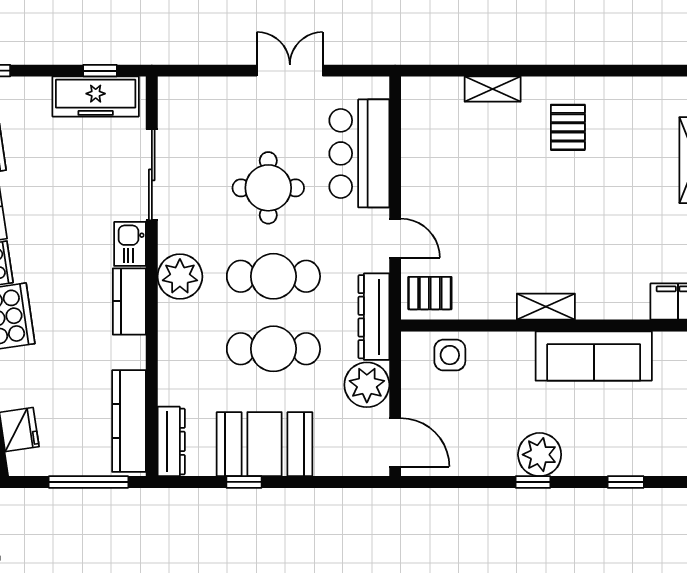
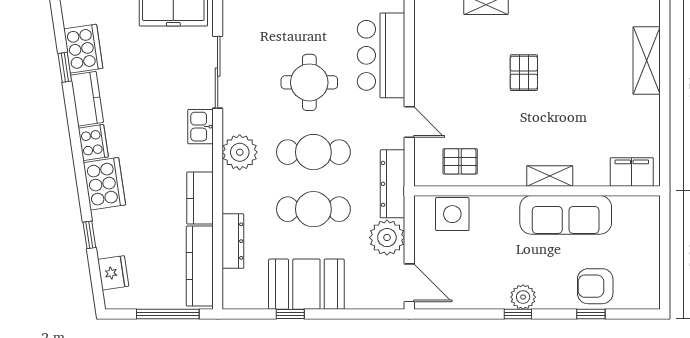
pallet: (568, 127) -> (524, 73), moved
pallet: (430, 293) -> (460, 161), moved
kitchen counter: (129, 301) -> (200, 198), moved
shelving: (546, 307) -> (550, 176), moved
side table: (450, 355) -> (452, 214), width x1.37, depth x1.37
dresser: (171, 441) -> (233, 241), moved
armchair: (631, 447) -> (595, 286), added
plant: (540, 455) -> (523, 297), width x0.73, depth x0.73

